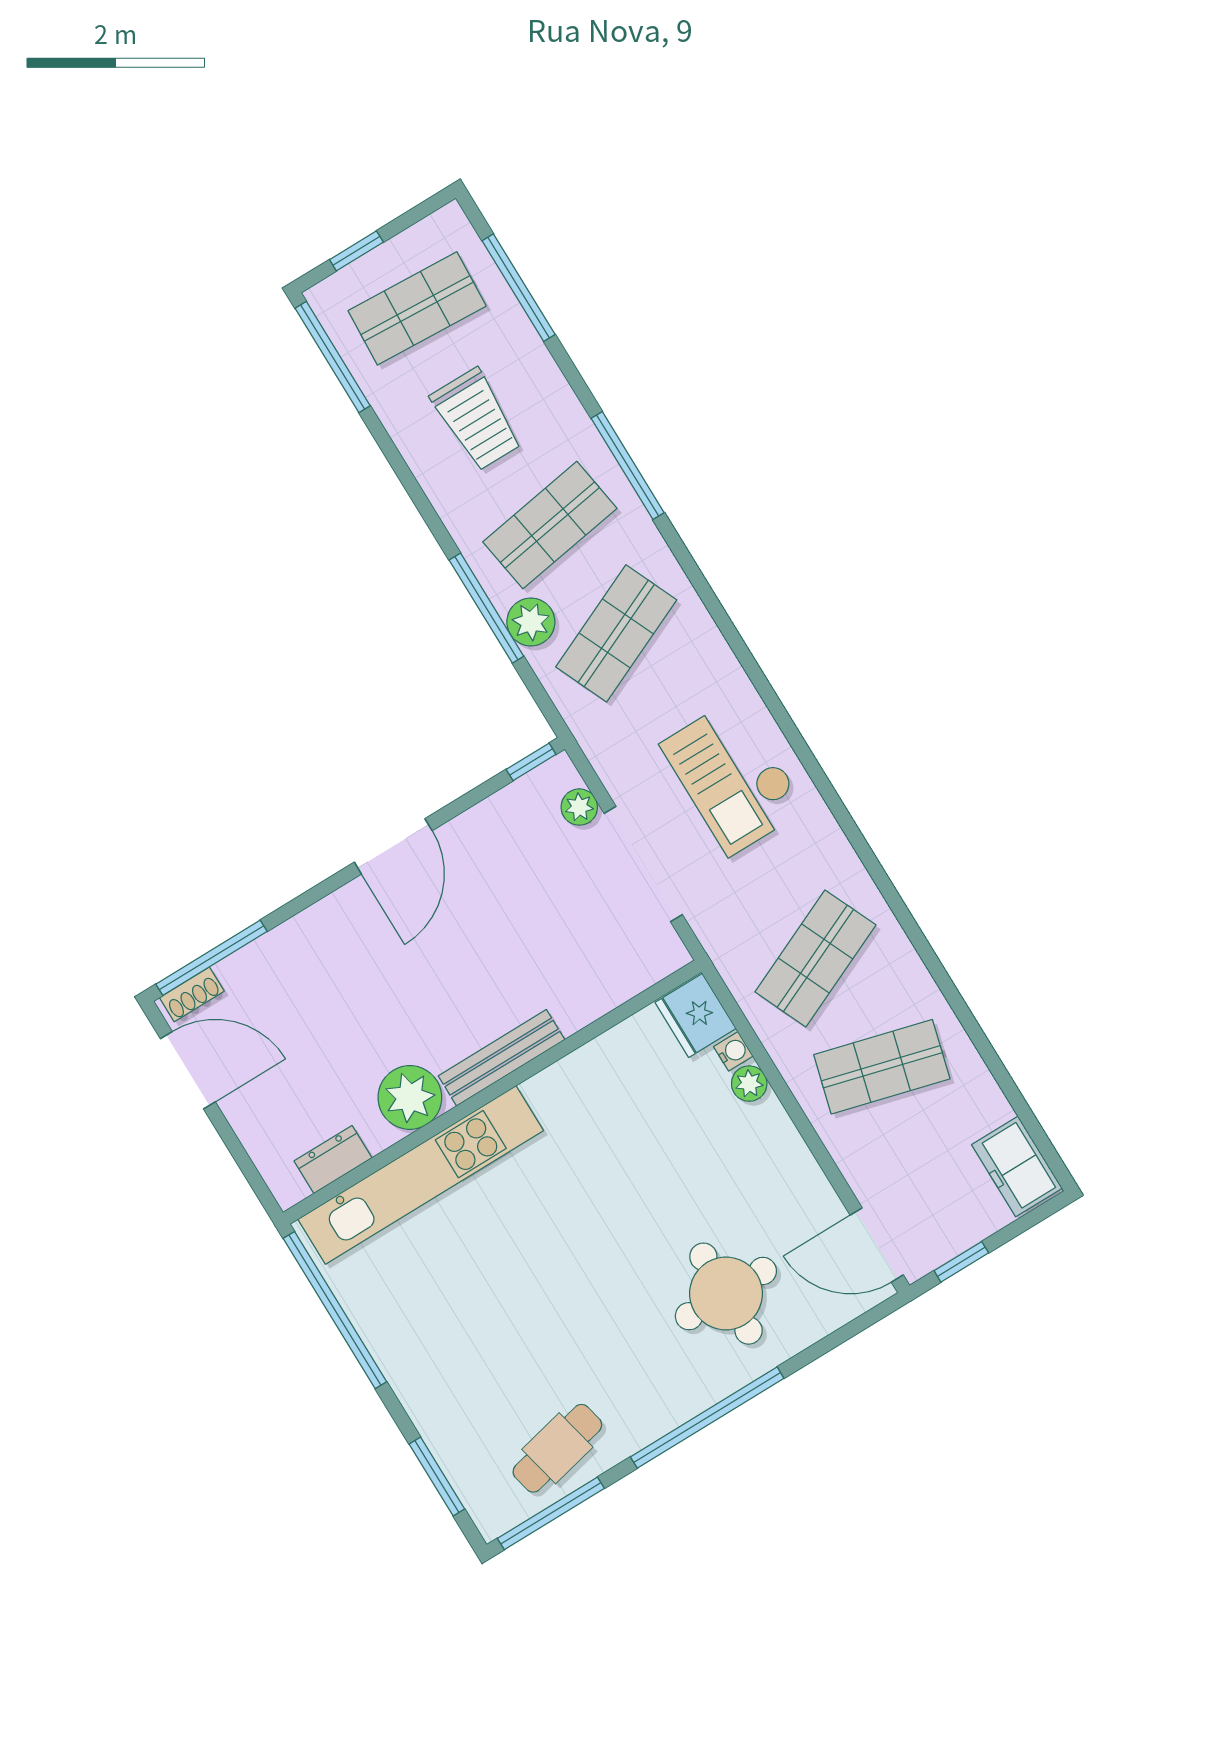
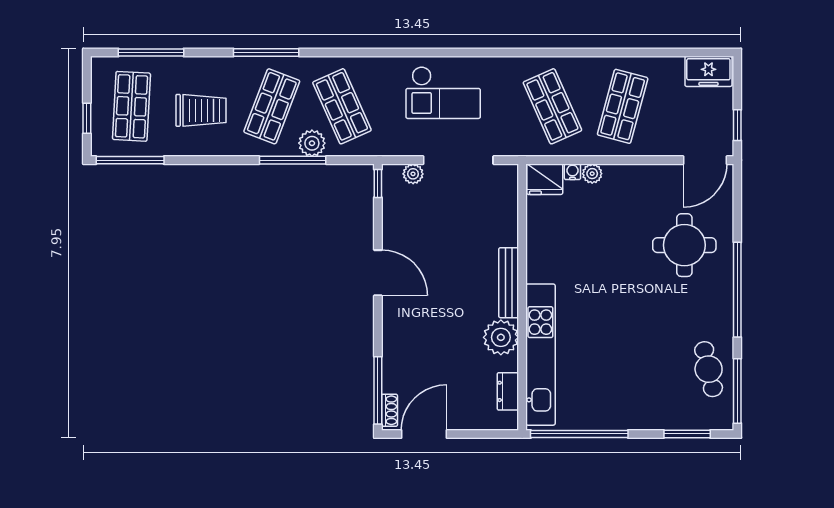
shop shelf: (550, 525) -> (272, 106), turned 30

